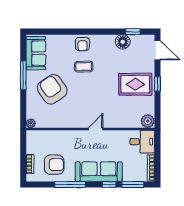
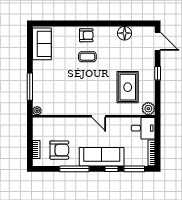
window: (133, 32) -> (134, 23), removed
armchair: (82, 44) -> (86, 35), turned -90
window: (23, 75) -> (30, 87), moved
rug: (135, 84) -> (128, 87), moved, turned 90
armchair: (52, 89) -> (57, 78), removed
door: (96, 129) -> (99, 116), swing flipped

